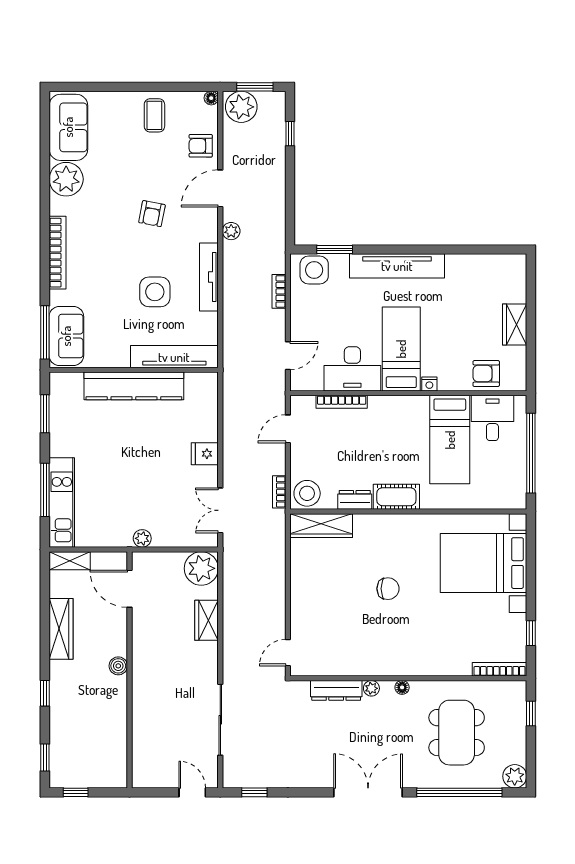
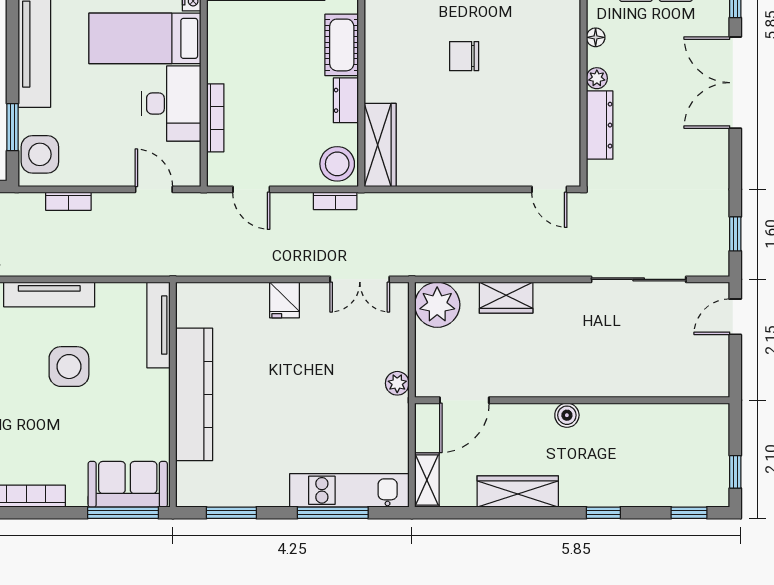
tv unit: (174, 357) -> (158, 325), width x0.73, depth x0.78
chair: (388, 589) -> (464, 56), turned -90

